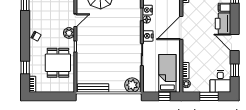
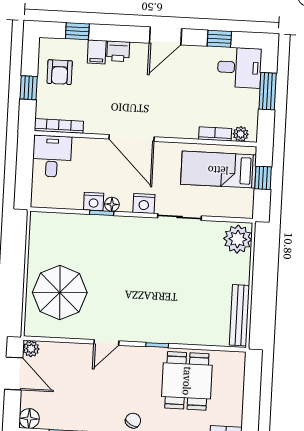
door: (75, 20) -> (106, 342), swing flipped
printer: (223, 24) -> (118, 51), width x0.53, depth x0.68
plant: (69, 33) -> (130, 356), removed
dining table: (58, 63) -> (187, 381), turned 90

